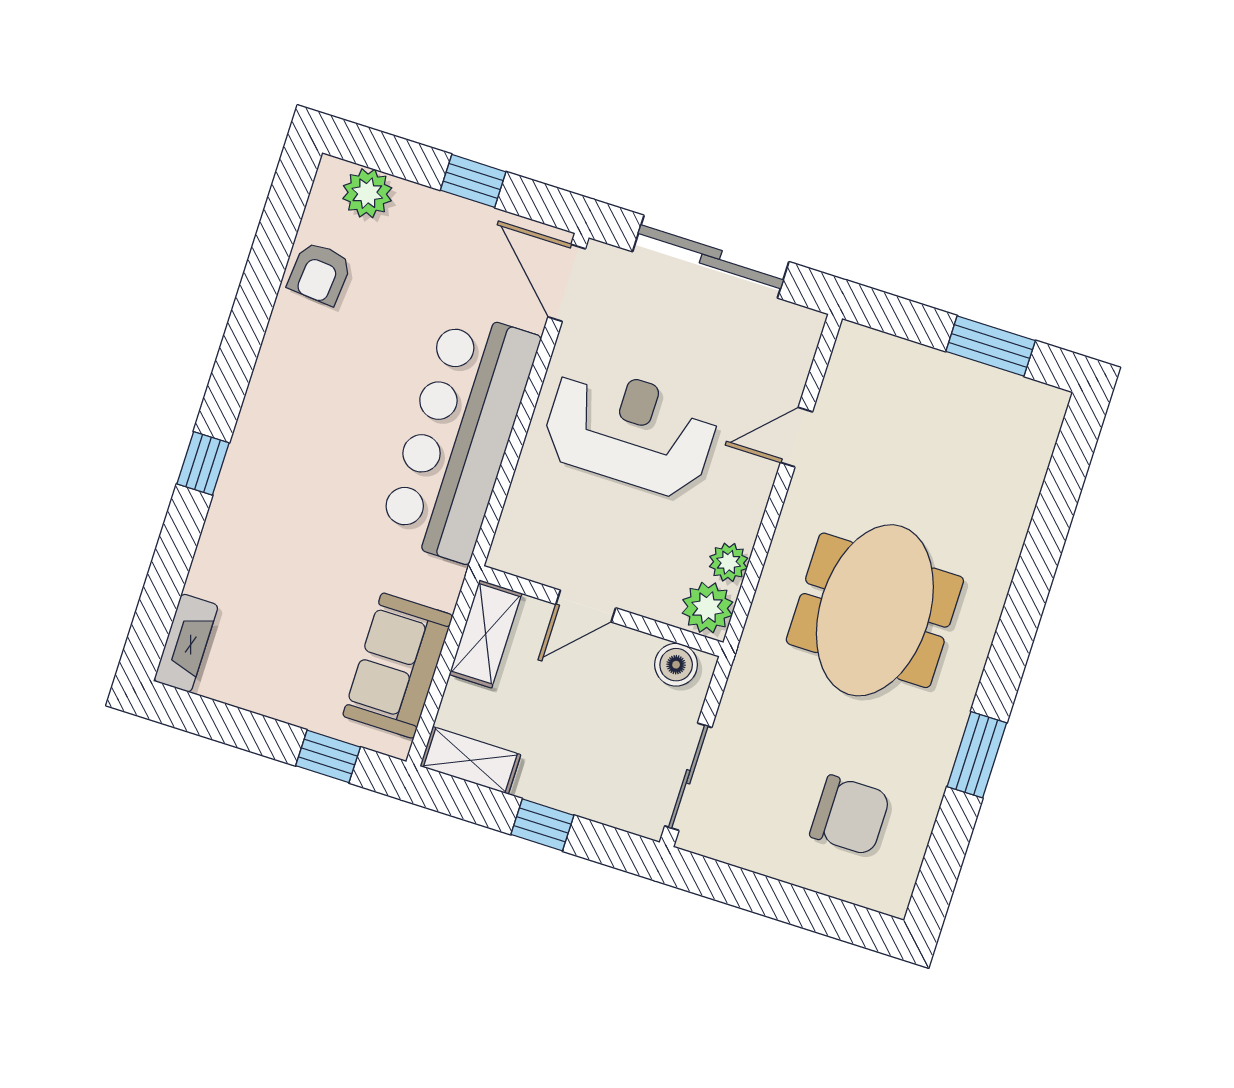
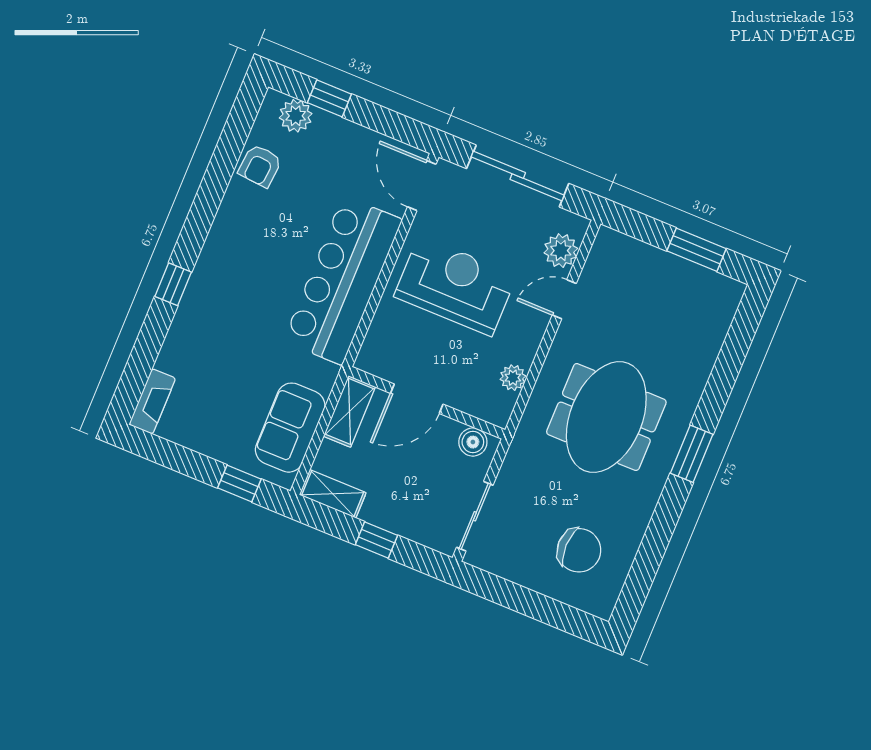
window: (473, 181) -> (329, 98), moved
door: (586, 606) -> (417, 399), width x1.38
plant: (708, 608) -> (561, 251), moved
window: (977, 755) -> (692, 454), moved

